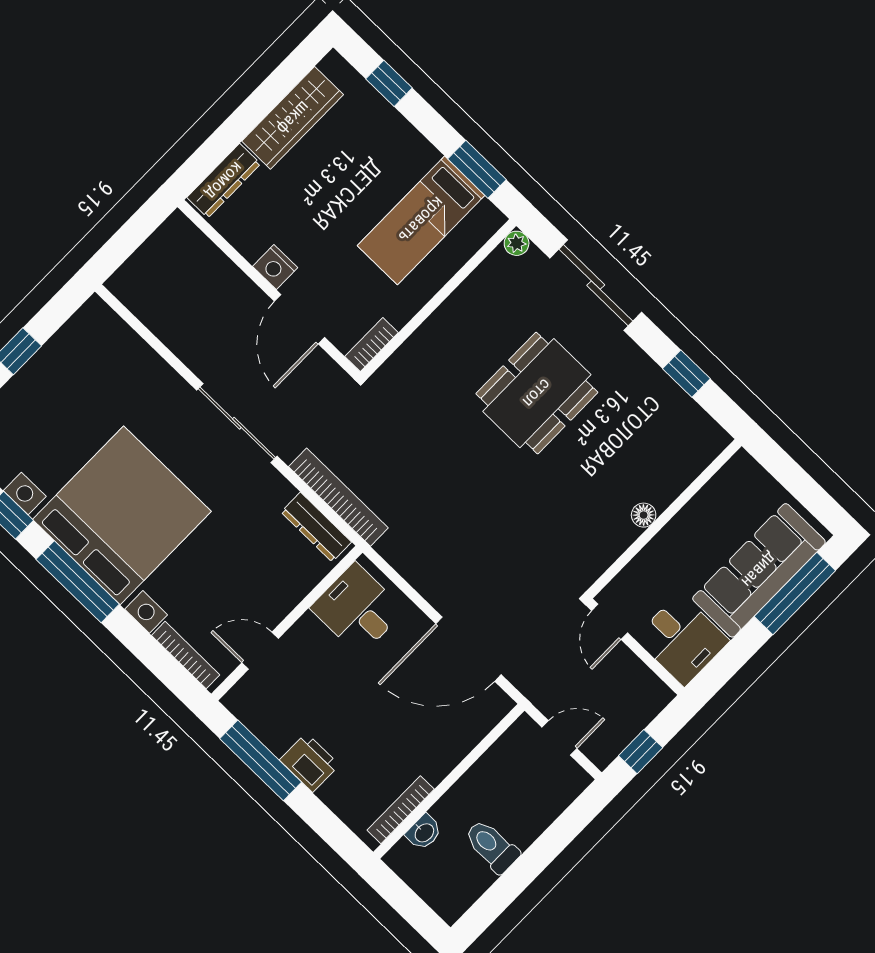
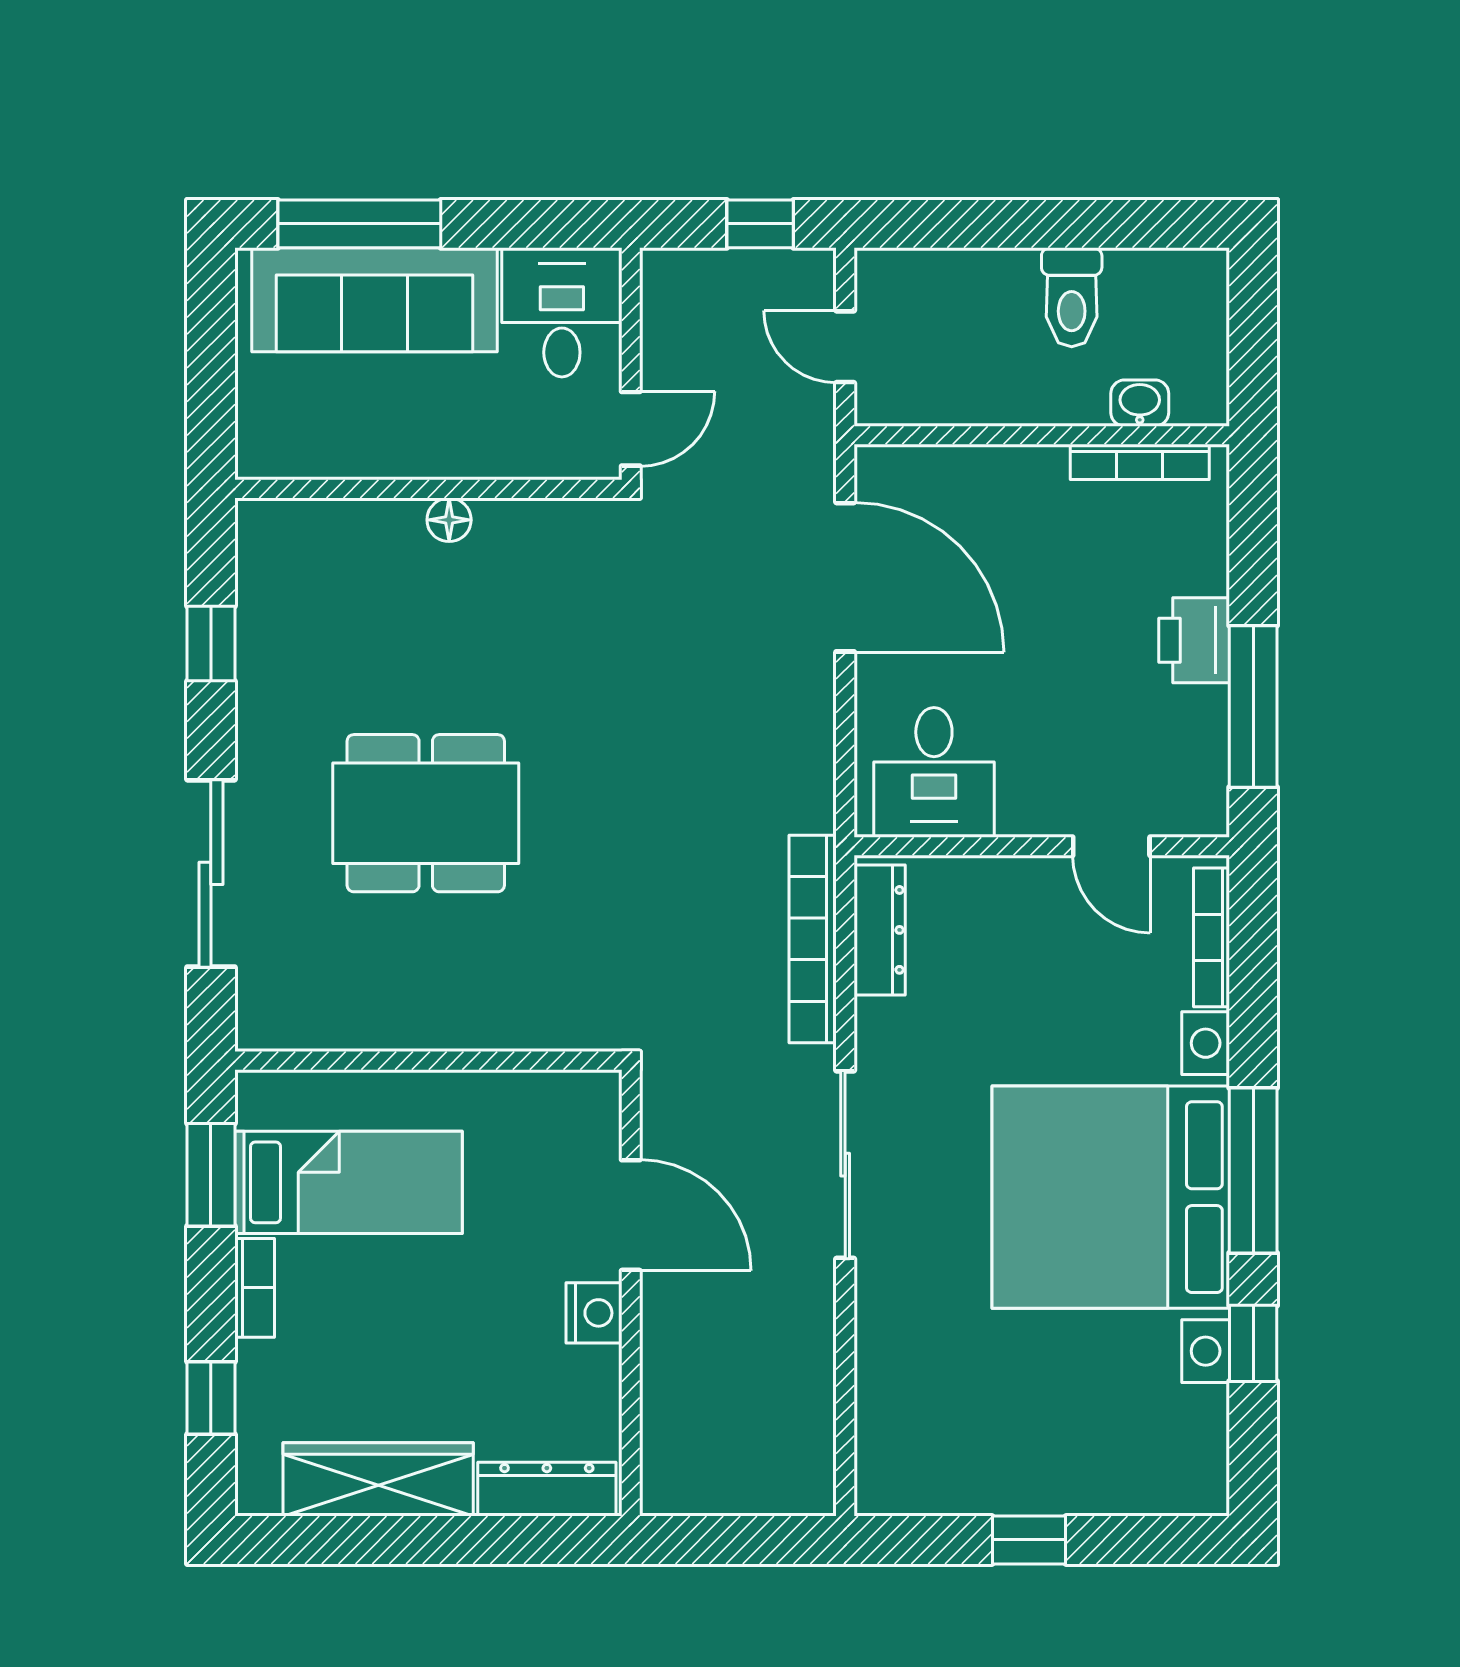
plant: (517, 243) -> (257, 1029), removed
door: (300, 319) -> (631, 1215), hinge flipped
bookcase: (372, 345) -> (255, 1288), moved, turned -90

